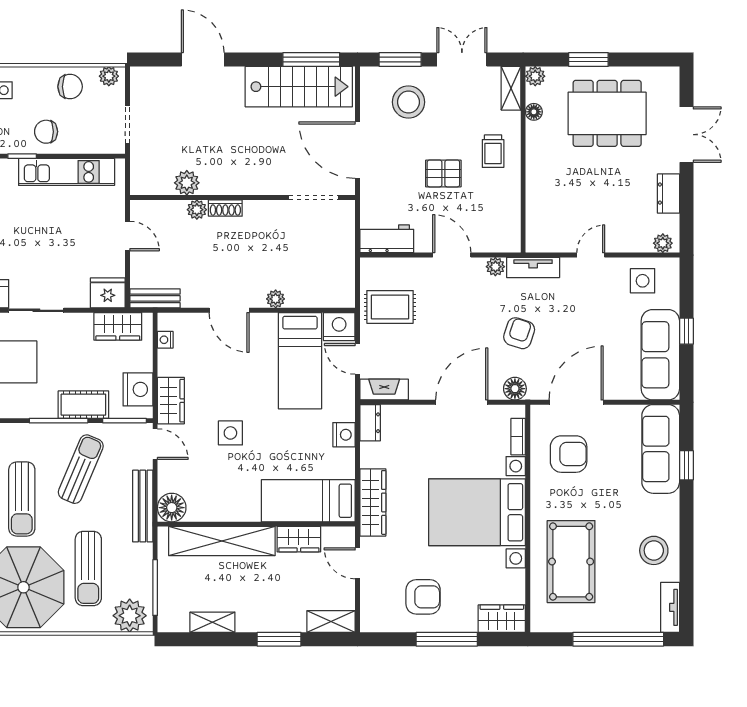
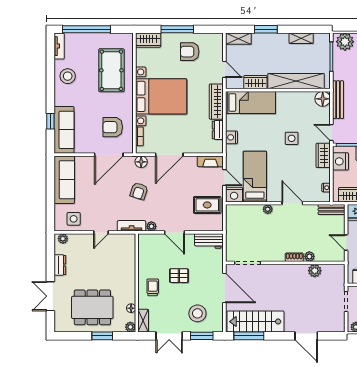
window: (686, 331) -> (50, 192), removed
dresser: (370, 423) -> (218, 130), moved

